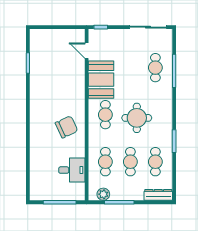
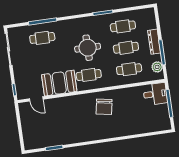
door: (87, 51) -> (36, 99), hinge flipped
chair: (67, 127) -> (104, 107), turned -145
desk: (72, 170) -> (155, 94), moved, turned 90
dresser: (158, 195) -> (154, 42), moved

